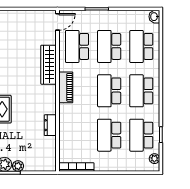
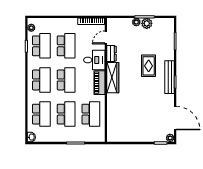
door: (57, 22) -> (106, 37), moved
wardrobe: (49, 65) -> (113, 78), moved
desk: (73, 117) -> (94, 60), added

